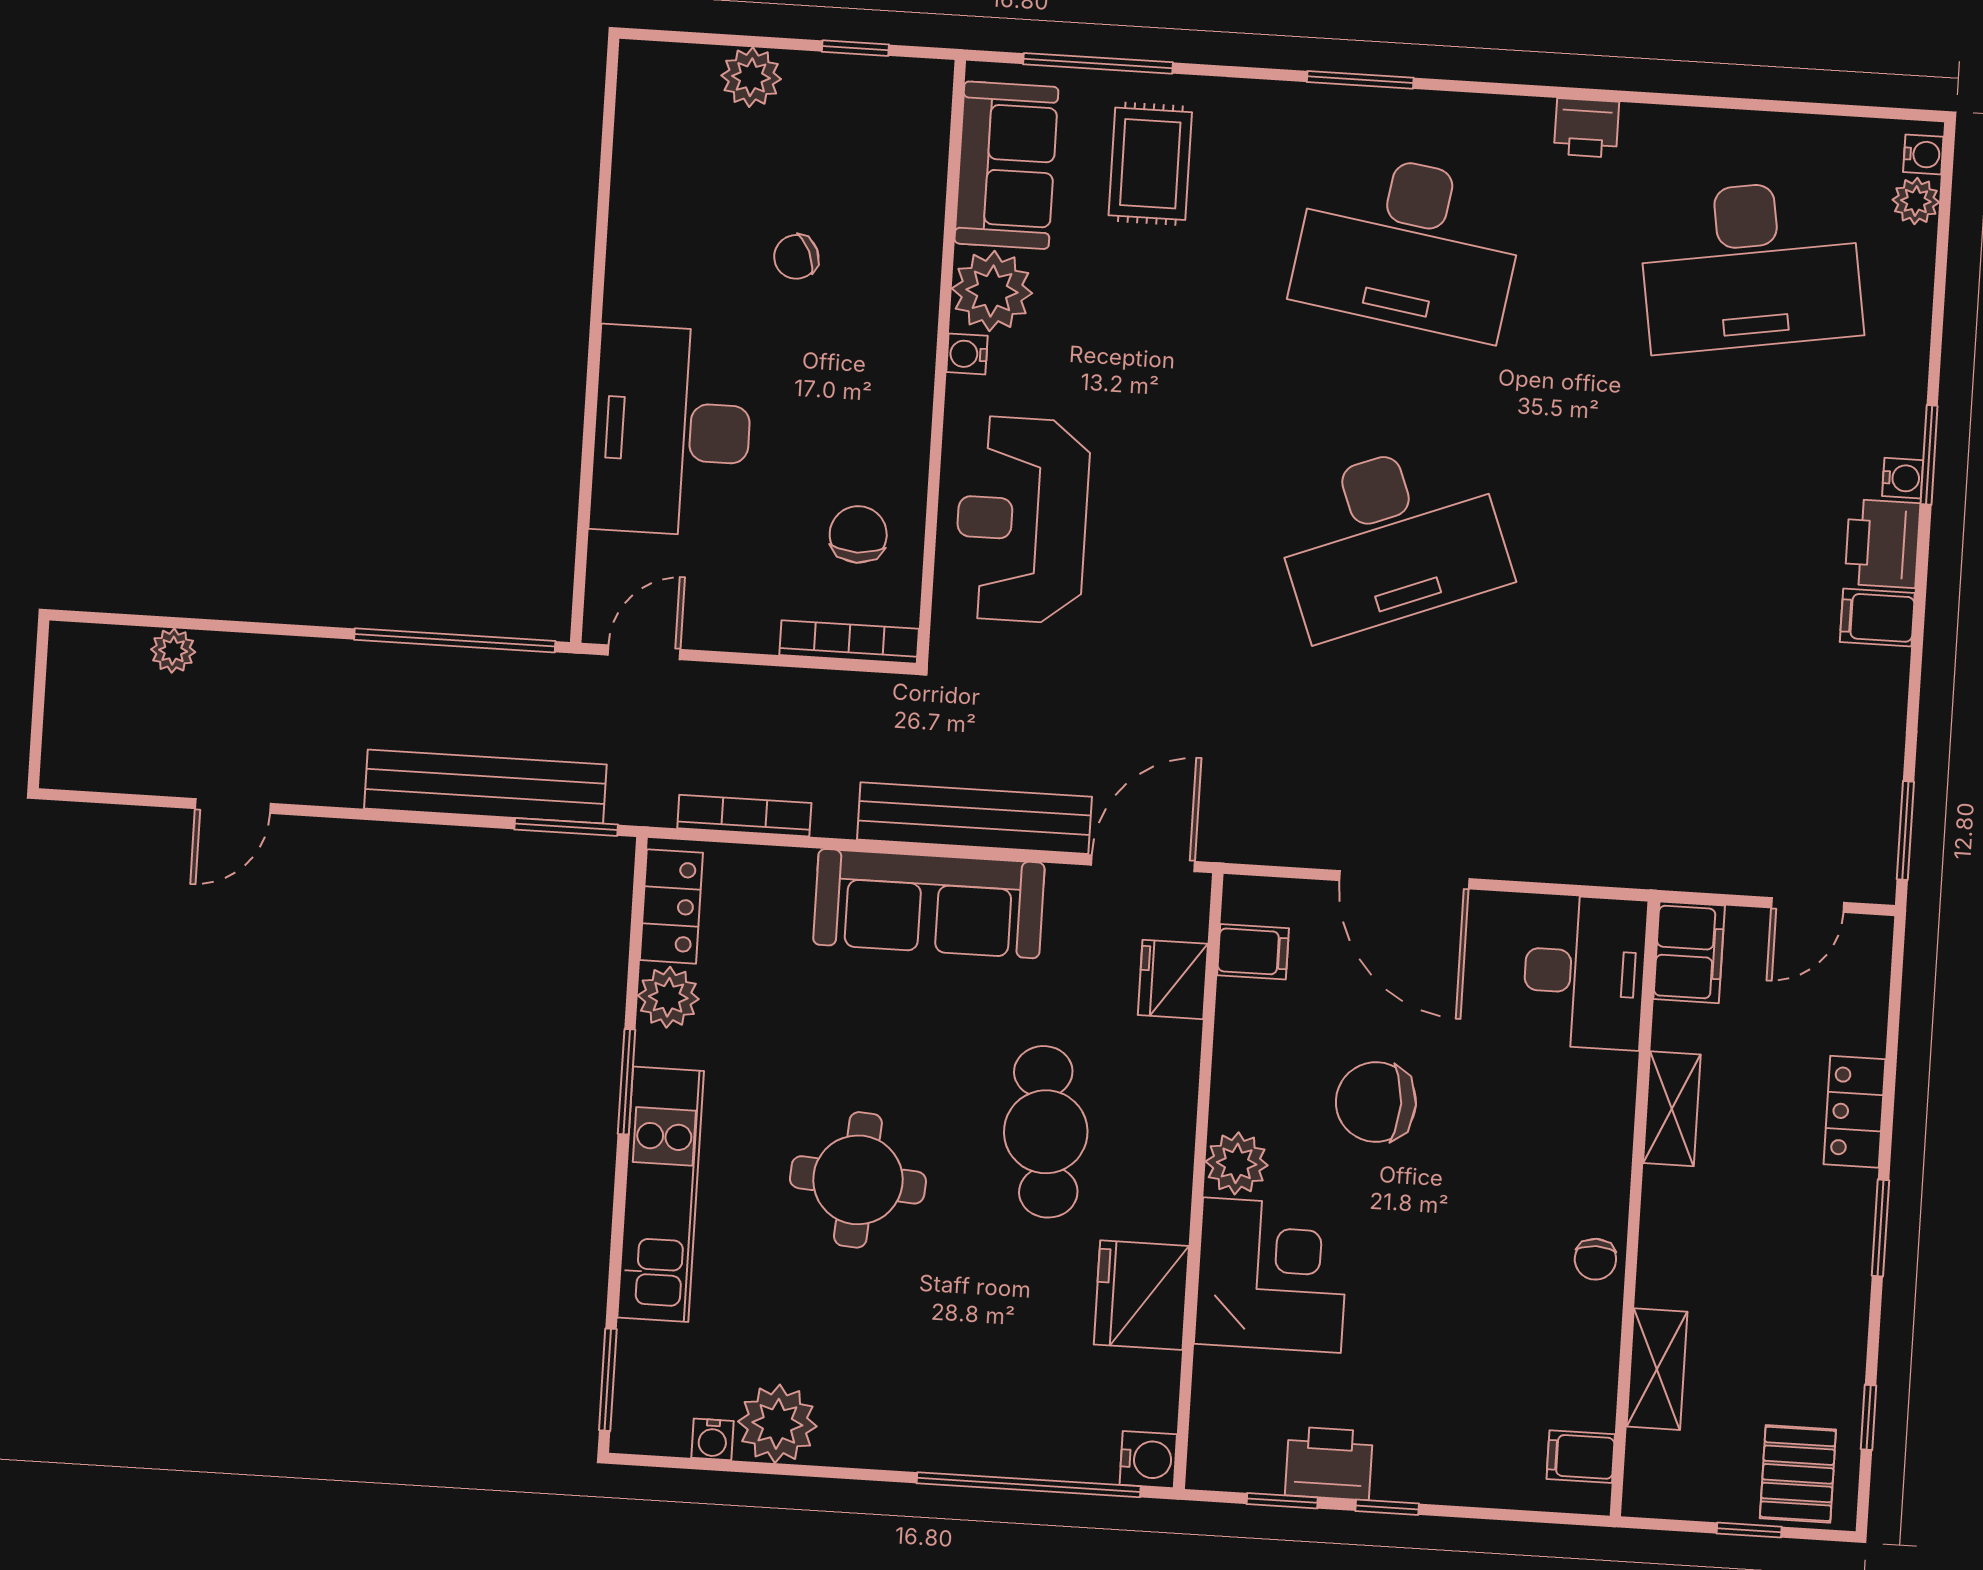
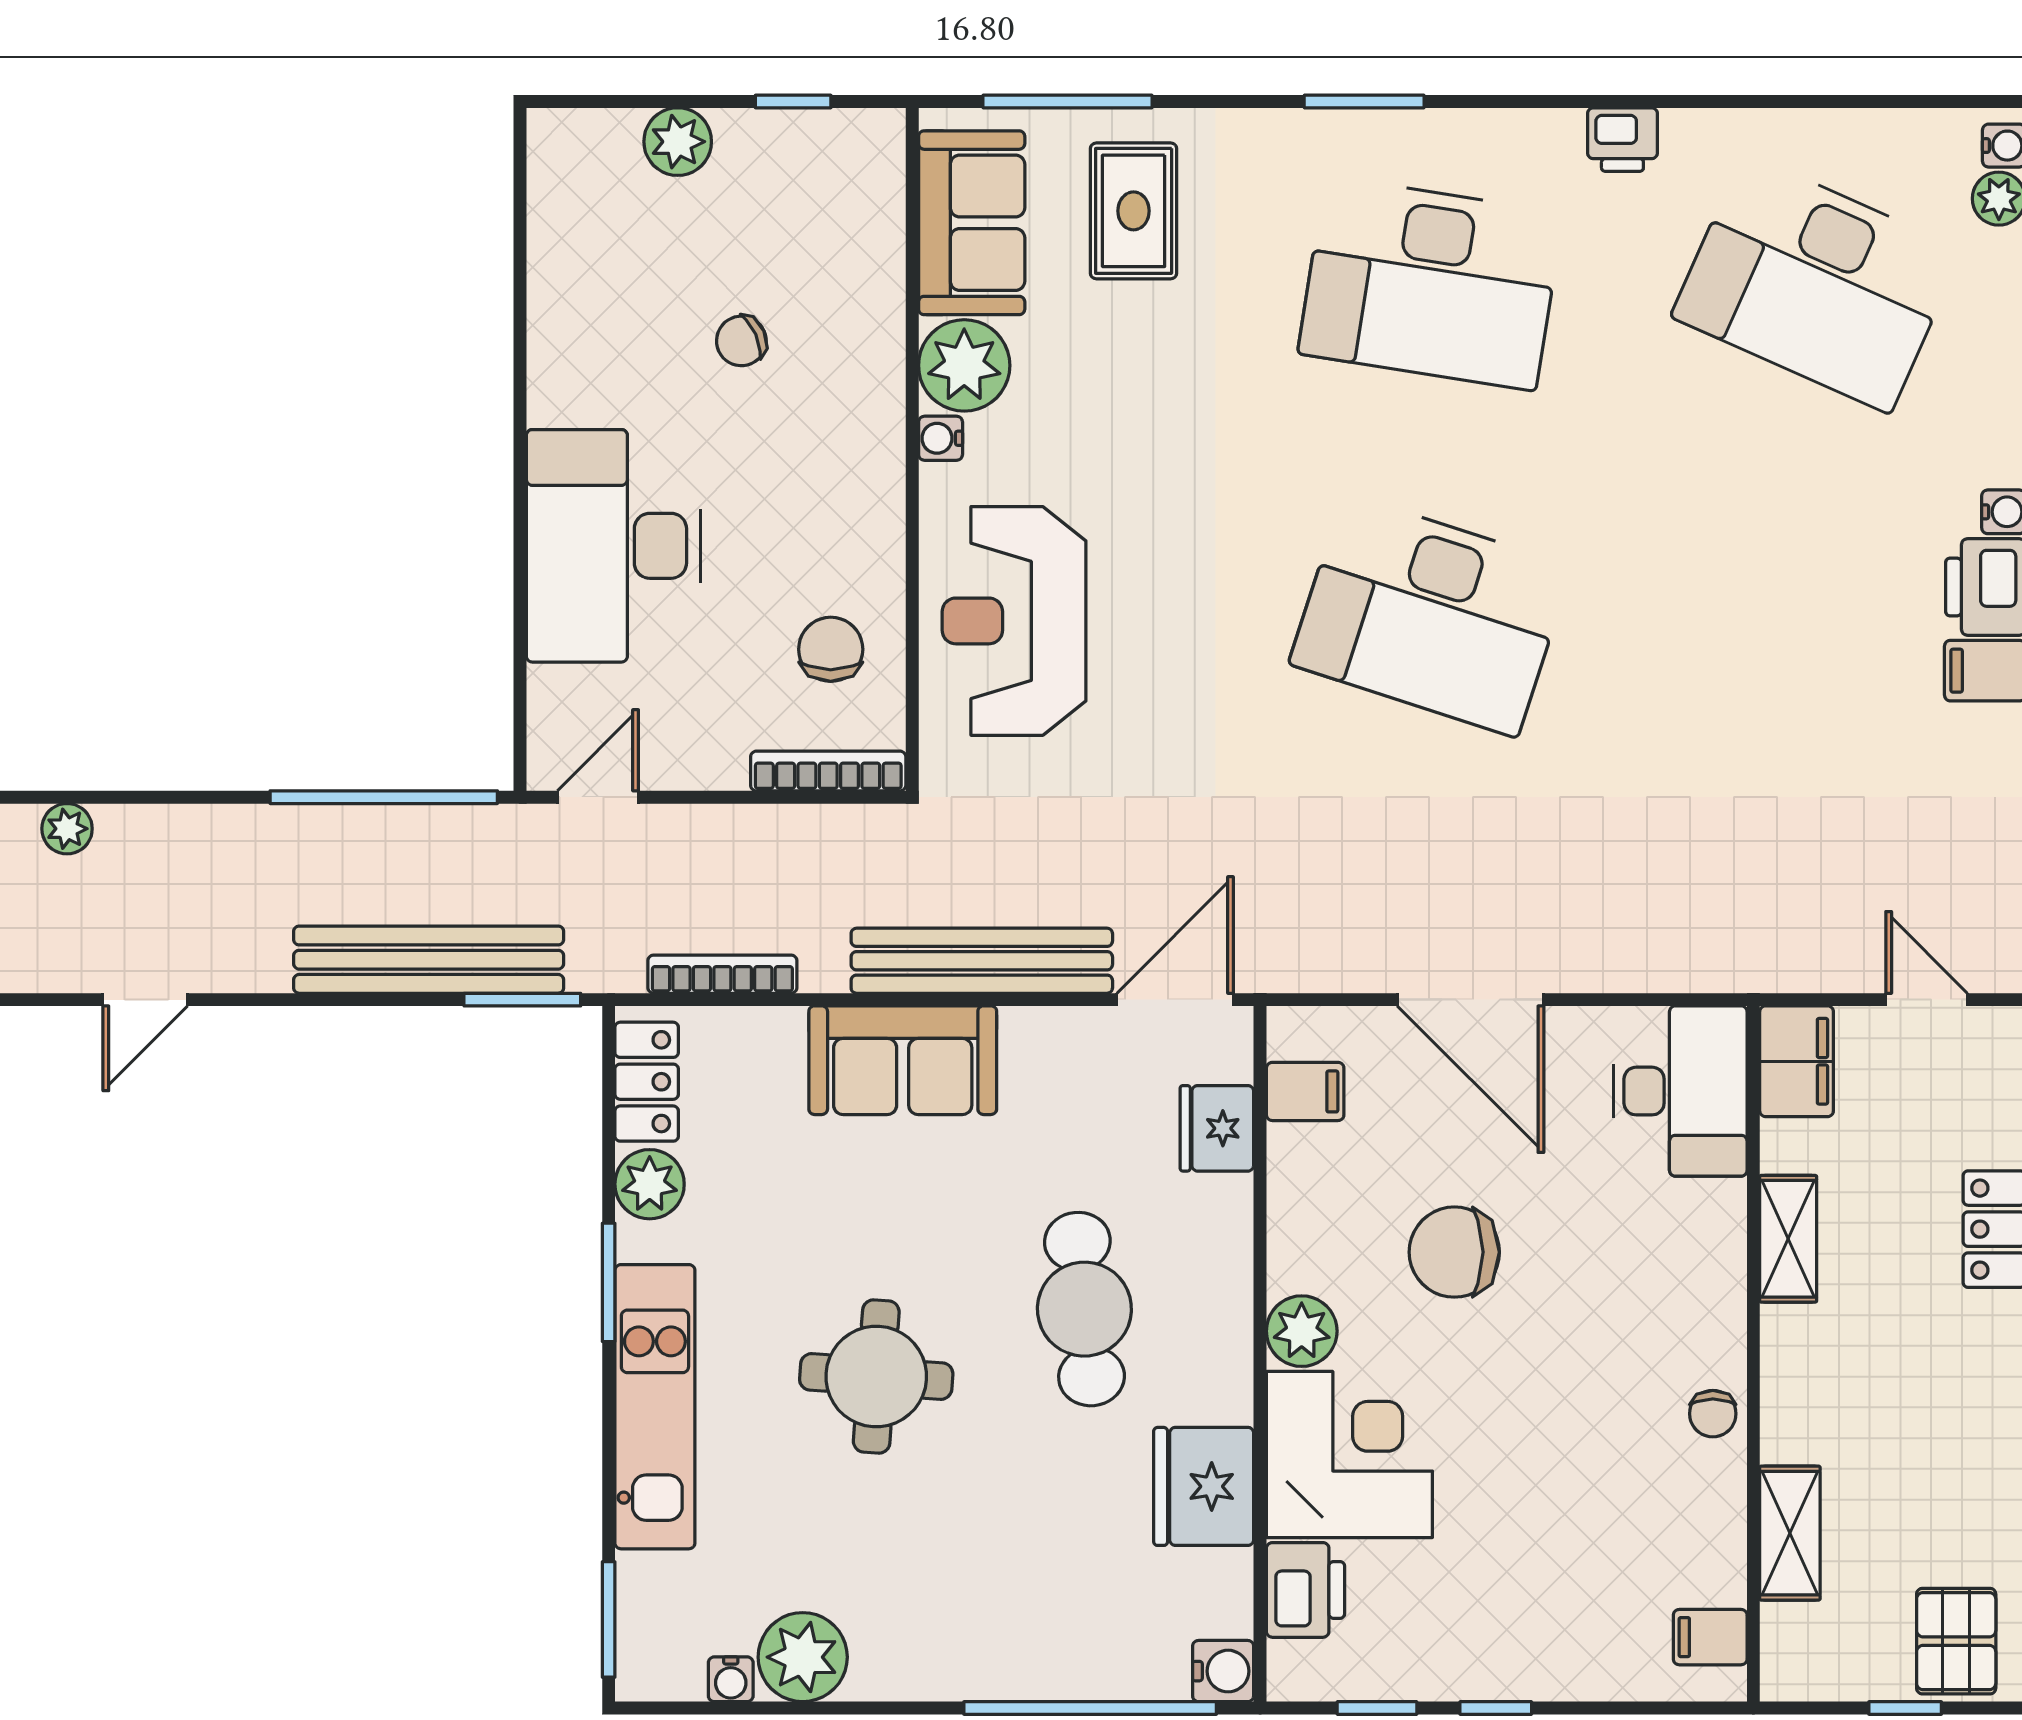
desk: (1750, 266) -> (1817, 283), turned 33
desk: (1390, 538) -> (1431, 615), turned 39
sofa: (929, 904) -> (903, 1060), width x0.73
door: (1808, 905) -> (1927, 1000), swing flipped
printer: (1329, 1463) -> (1305, 1590), moved, turned 90

